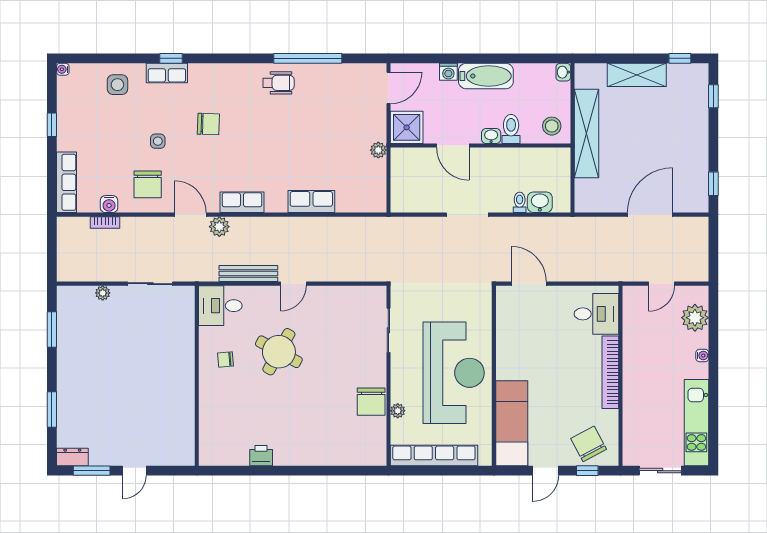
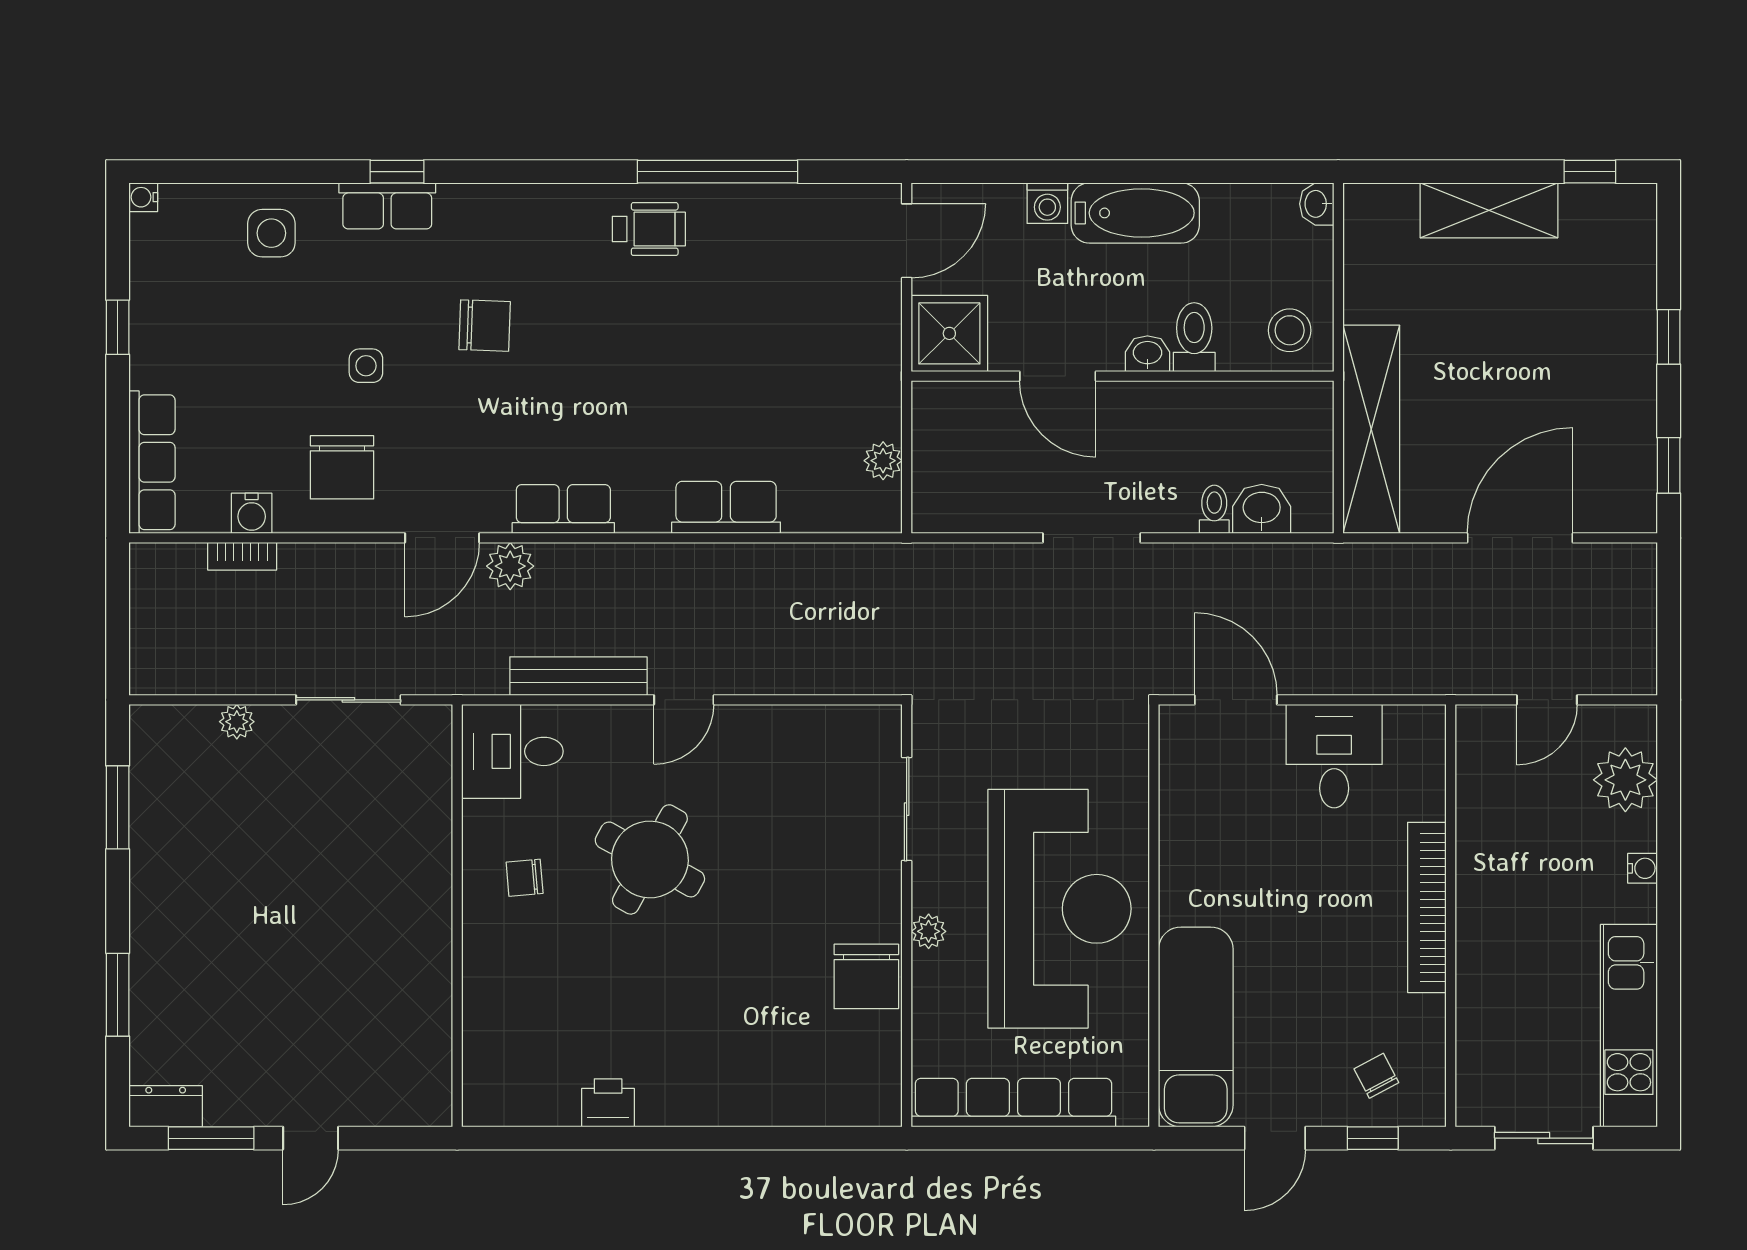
window: (713, 96) -> (1669, 337), moved
shelving: (587, 133) -> (1371, 429), moved
plant: (378, 150) -> (883, 461), moved
door: (190, 215) -> (442, 538), swing flipped
desk: (596, 314) -> (1334, 756), moved, turned -90
plant: (398, 411) -> (929, 931), moved
chair: (589, 444) -> (1376, 1076), width x0.54, depth x0.54

